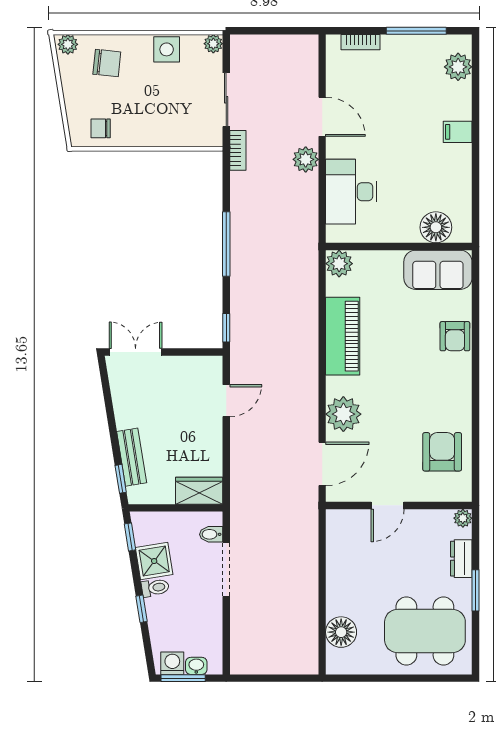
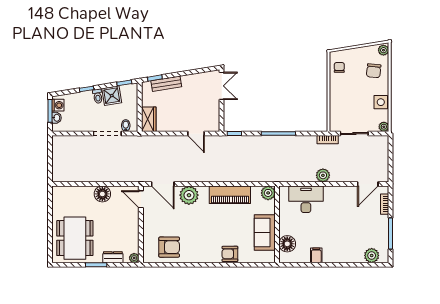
door: (322, 117) -> (368, 184), moved
filing cabinet: (458, 132) -> (316, 255), moved
sofa: (438, 270) -> (265, 232), moved
door: (388, 505) -> (141, 199), moved
floor lamp: (341, 632) -> (102, 194), moved

